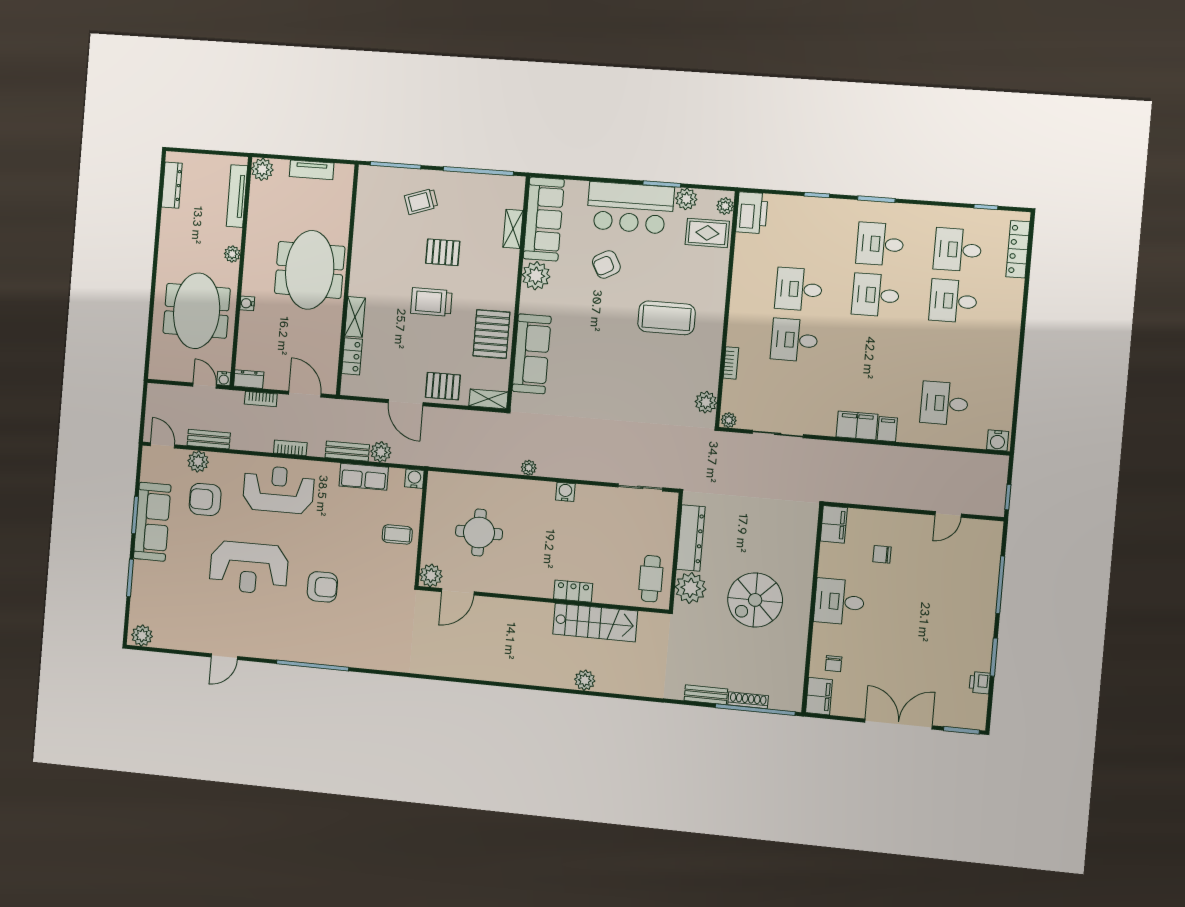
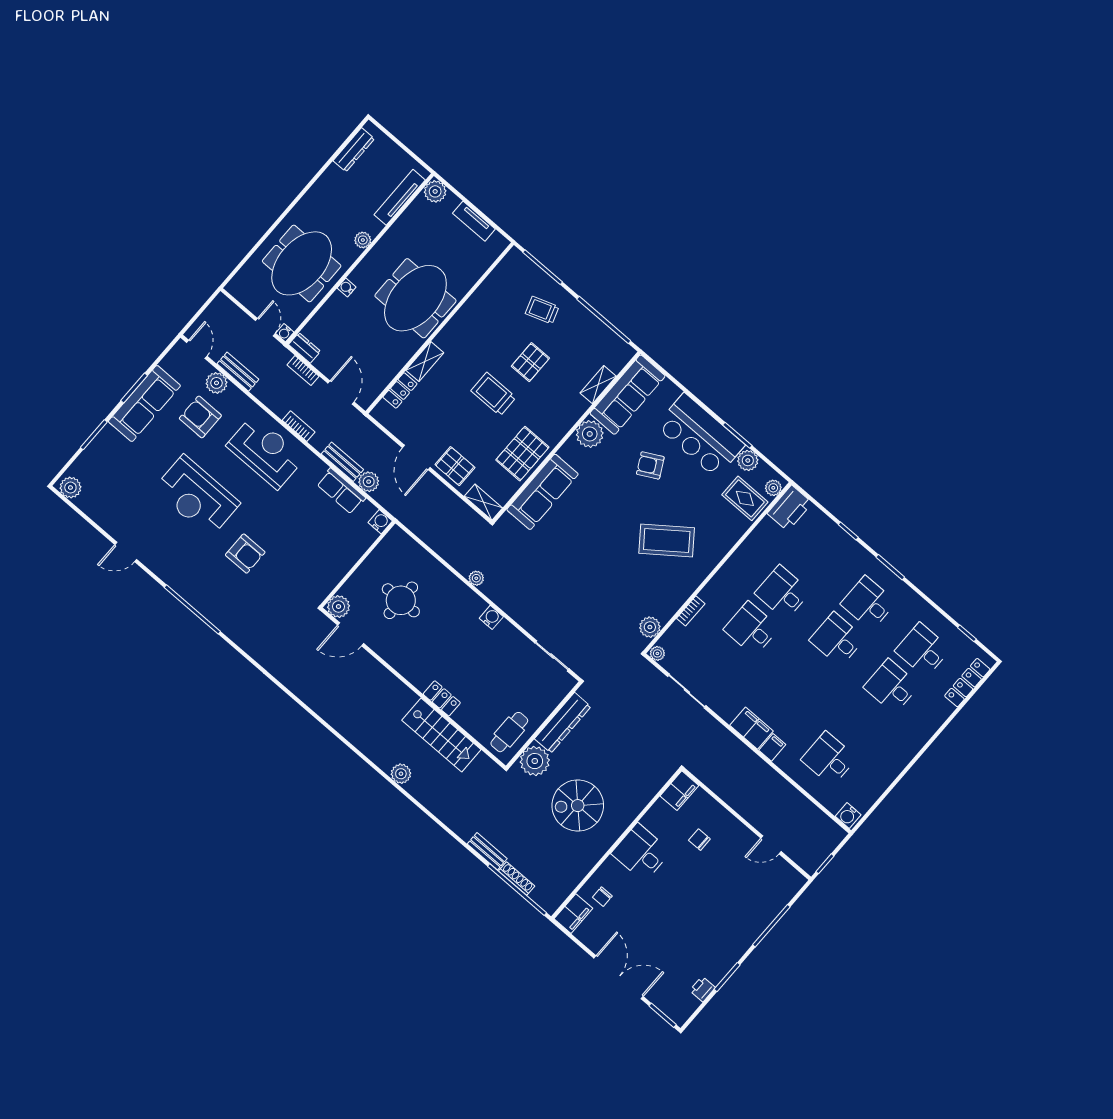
pallet: (443, 252) -> (530, 362), turned 90
coffee table: (667, 318) -> (667, 541), turned -37
coffee table: (397, 534) -> (335, 555), removed

